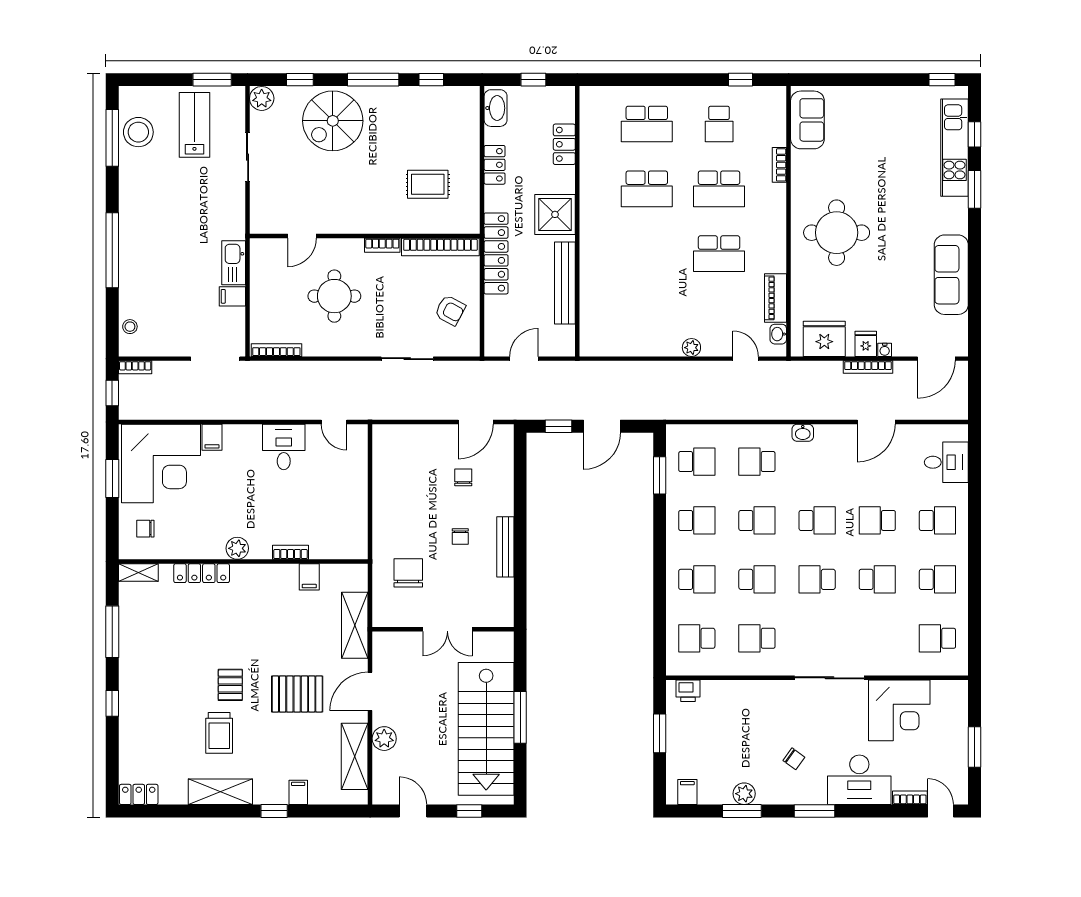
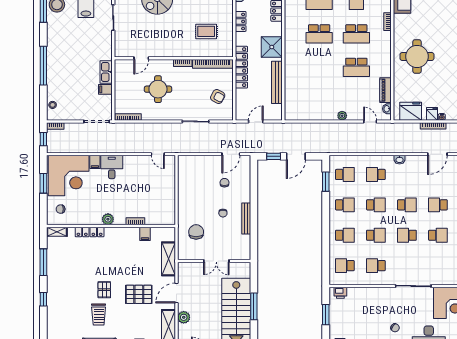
desk: (284, 447) -> (112, 167), moved

